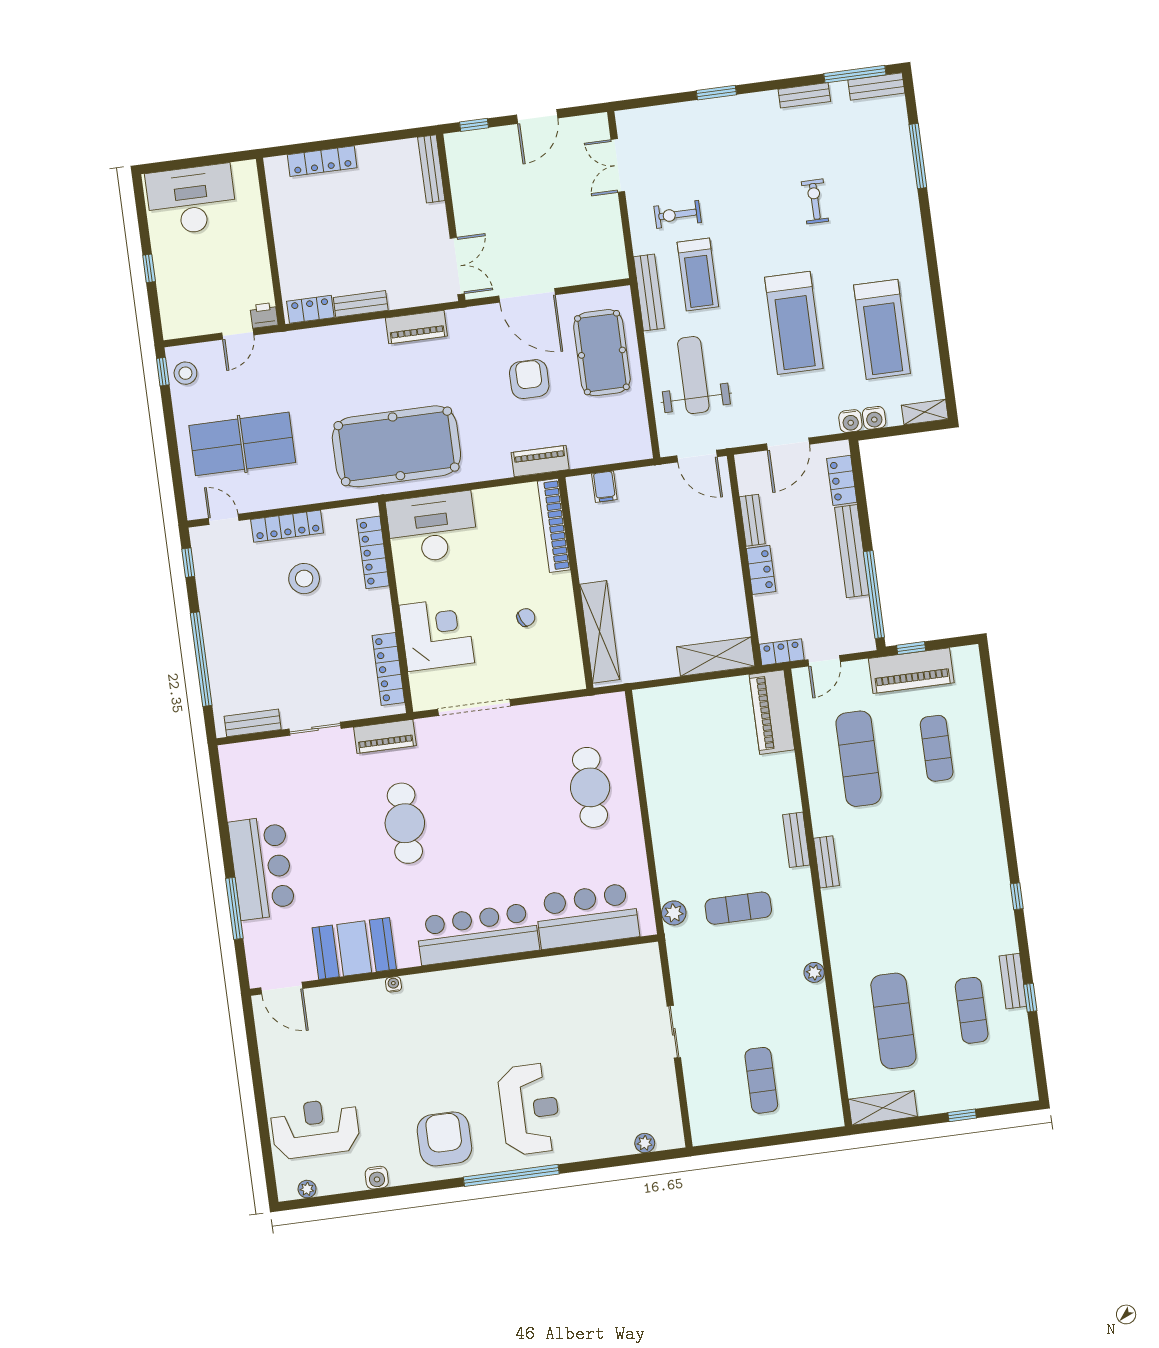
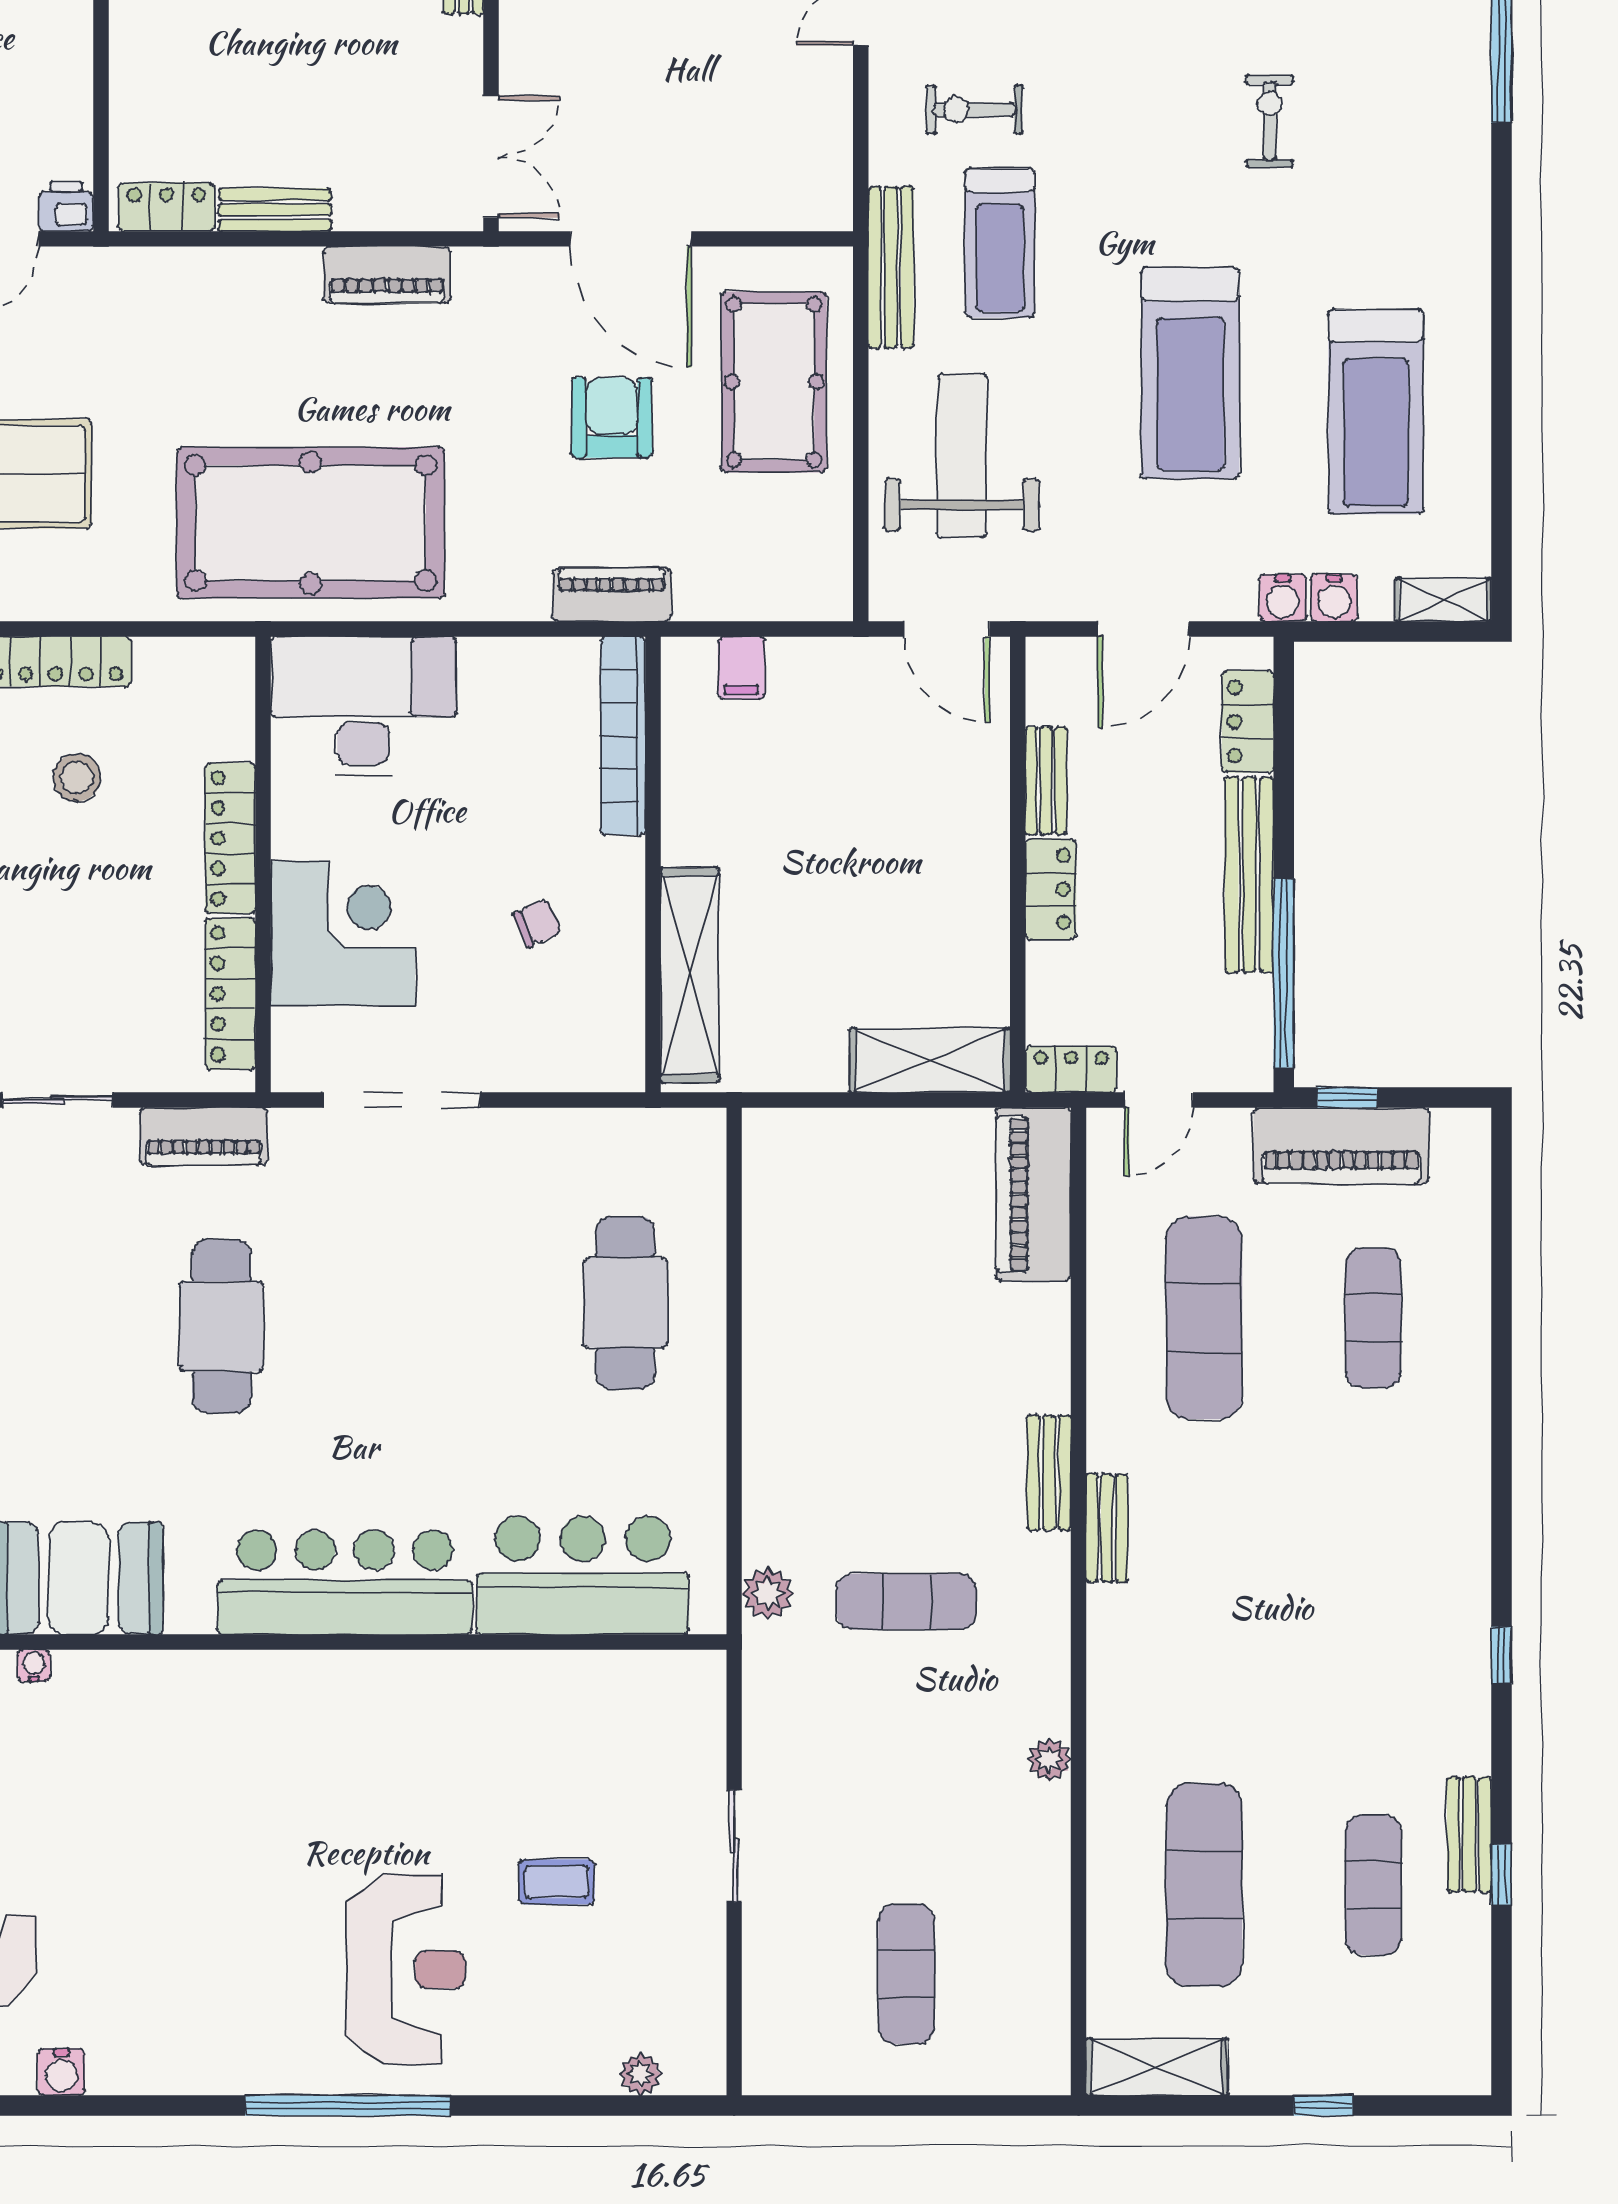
locker: (373, 552) -> (230, 838), moved
stool: (304, 579) -> (77, 778), width x0.73, depth x0.73
water cooler: (393, 984) -> (34, 1666), moved
coffee table: (594, 1059) -> (557, 1882), added
armchair: (444, 1139) -> (216, 2009), removed

